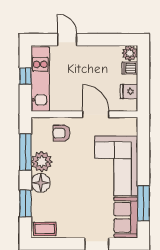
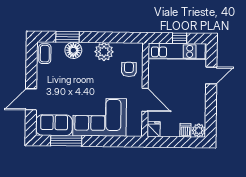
fridge: (129, 91) -> (154, 129), moved
door: (96, 114) -> (145, 100), hinge flipped
window: (25, 152) -> (113, 37), removed
floor lamp: (41, 183) -> (73, 50), moved

